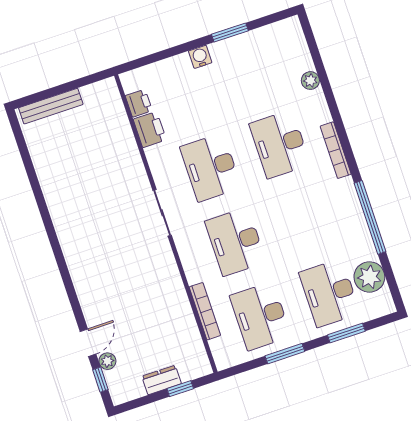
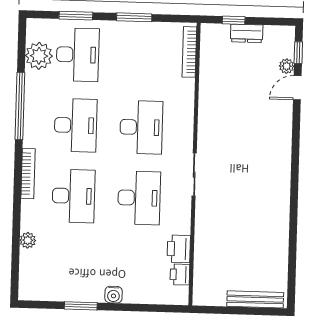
bookcase: (205, 311) -> (189, 52), moved
desk: (260, 316) -> (76, 125), moved

